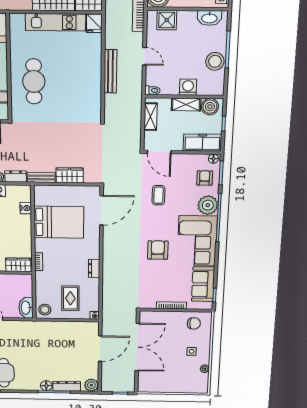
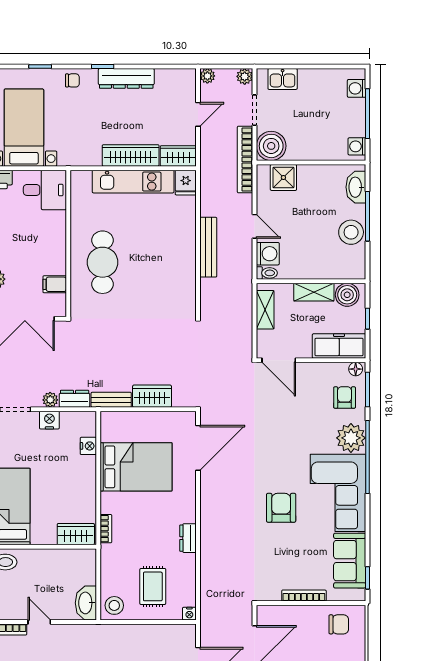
washbasin: (209, 18) -> (356, 187), moved, turned 90
washing machine: (188, 87) -> (268, 254), moved, turned 90
coffee table: (158, 195) -> (280, 424), removed

